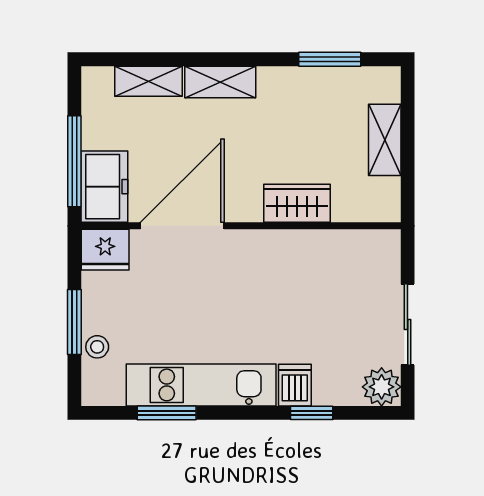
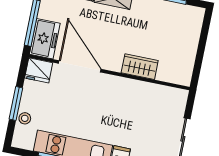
shelving: (385, 140) -> (190, 44), removed
door: (182, 226) -> (80, 66), hinge flipped

